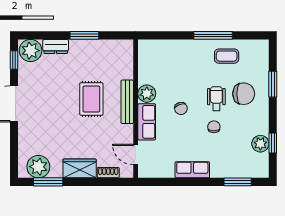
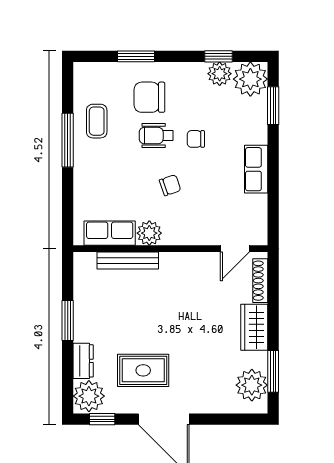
chair: (244, 94) -> (149, 97), turned -90
rug: (91, 99) -> (143, 370), moved
bench: (127, 102) -> (128, 261), moved
row of seats: (147, 122) -> (110, 233), moved
plant: (257, 166) -> (250, 79), added
shoe rack: (108, 173) -> (260, 281), width x1.43

